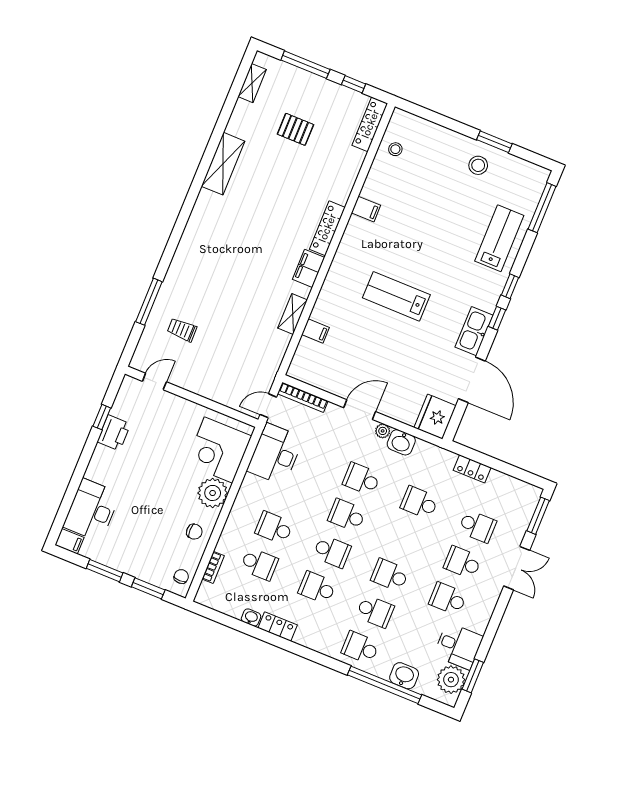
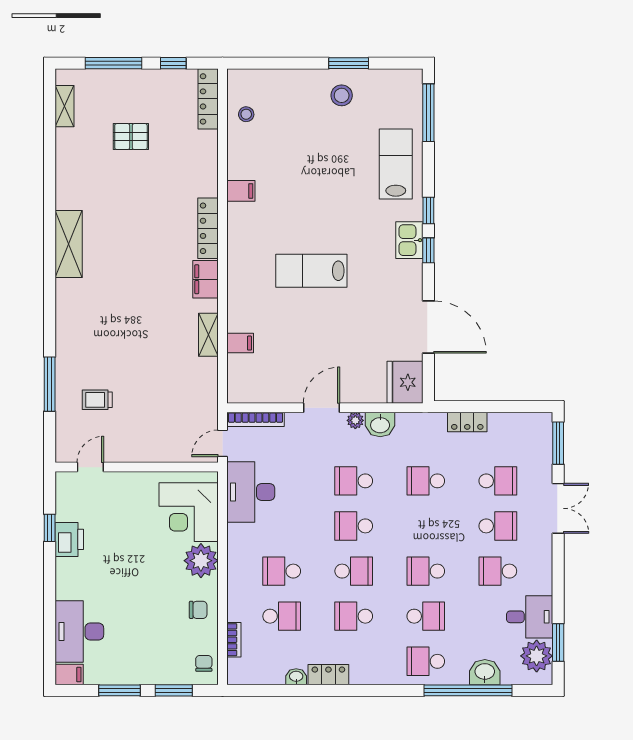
shelving: (223, 164) -> (69, 244), moved
kitchen sink: (474, 331) -> (409, 240), moved, width x0.73
school desk: (463, 562) -> (498, 526), turned 180

